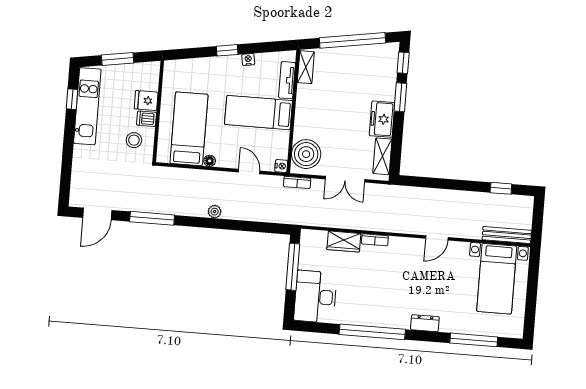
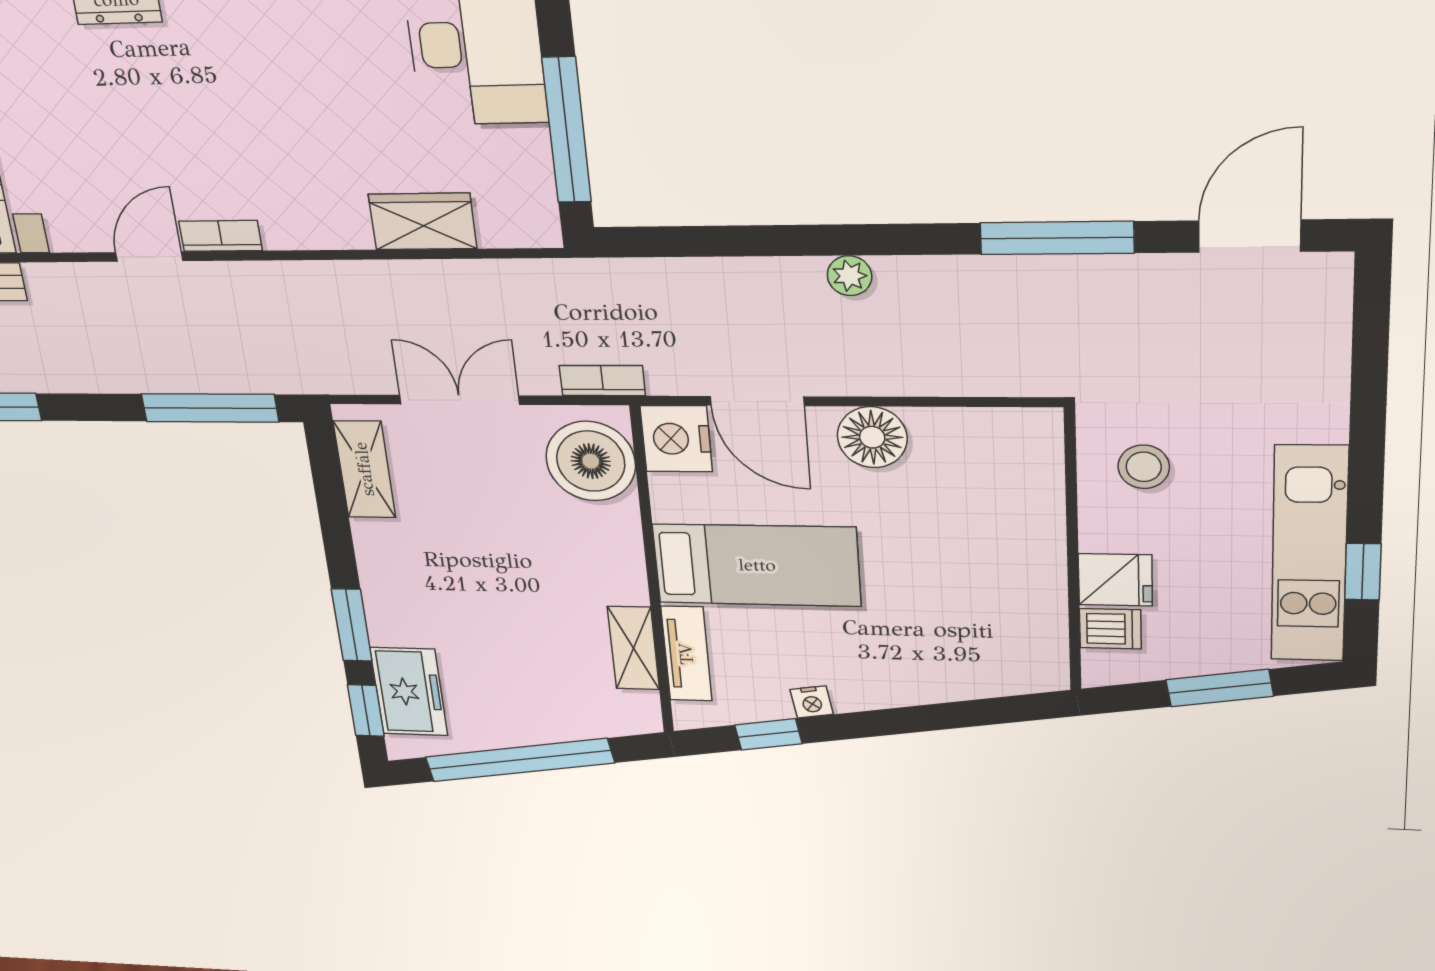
window: (227, 50) -> (768, 734), moved
shelving: (306, 67) -> (633, 648), moved
dishwasher: (146, 119) -> (1110, 629), moved
freezer: (382, 119) -> (409, 692), moved
bed: (189, 129) -> (967, 509), removed
floor lamp: (210, 161) -> (872, 437), width x1.89, depth x1.89
nightstand: (281, 166) -> (676, 439), width x1.89, depth x1.79
door: (249, 171) -> (757, 401), width x1.38
window: (430, 183) -> (210, 408), added
bookcase: (375, 240) -> (221, 236), moved

